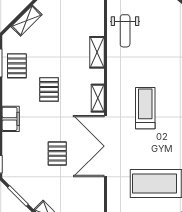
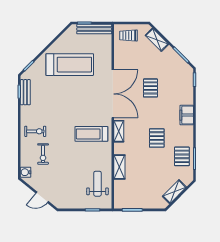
treadmill: (145, 108) -> (91, 134), moved, turned 90

